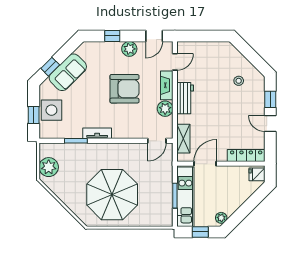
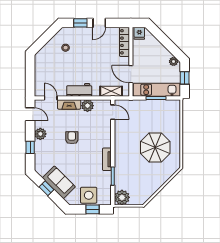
window: (50, 67) -> (46, 188), moved
armchair: (124, 89) -> (72, 138), width x0.53, depth x0.53
plant: (49, 167) -> (122, 197), moved
parasol: (112, 195) -> (155, 147), width x0.73, depth x0.73

